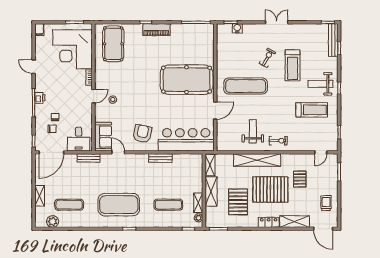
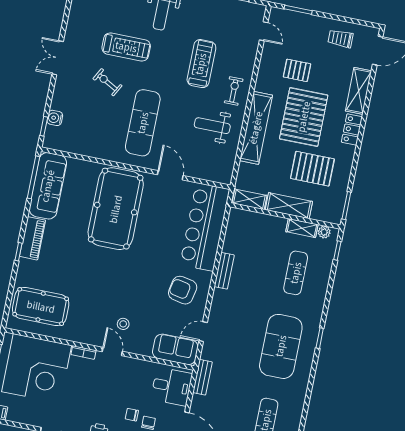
sofa: (192, 33) -> (48, 186), added
treadmill: (312, 110) -> (201, 64), moved

